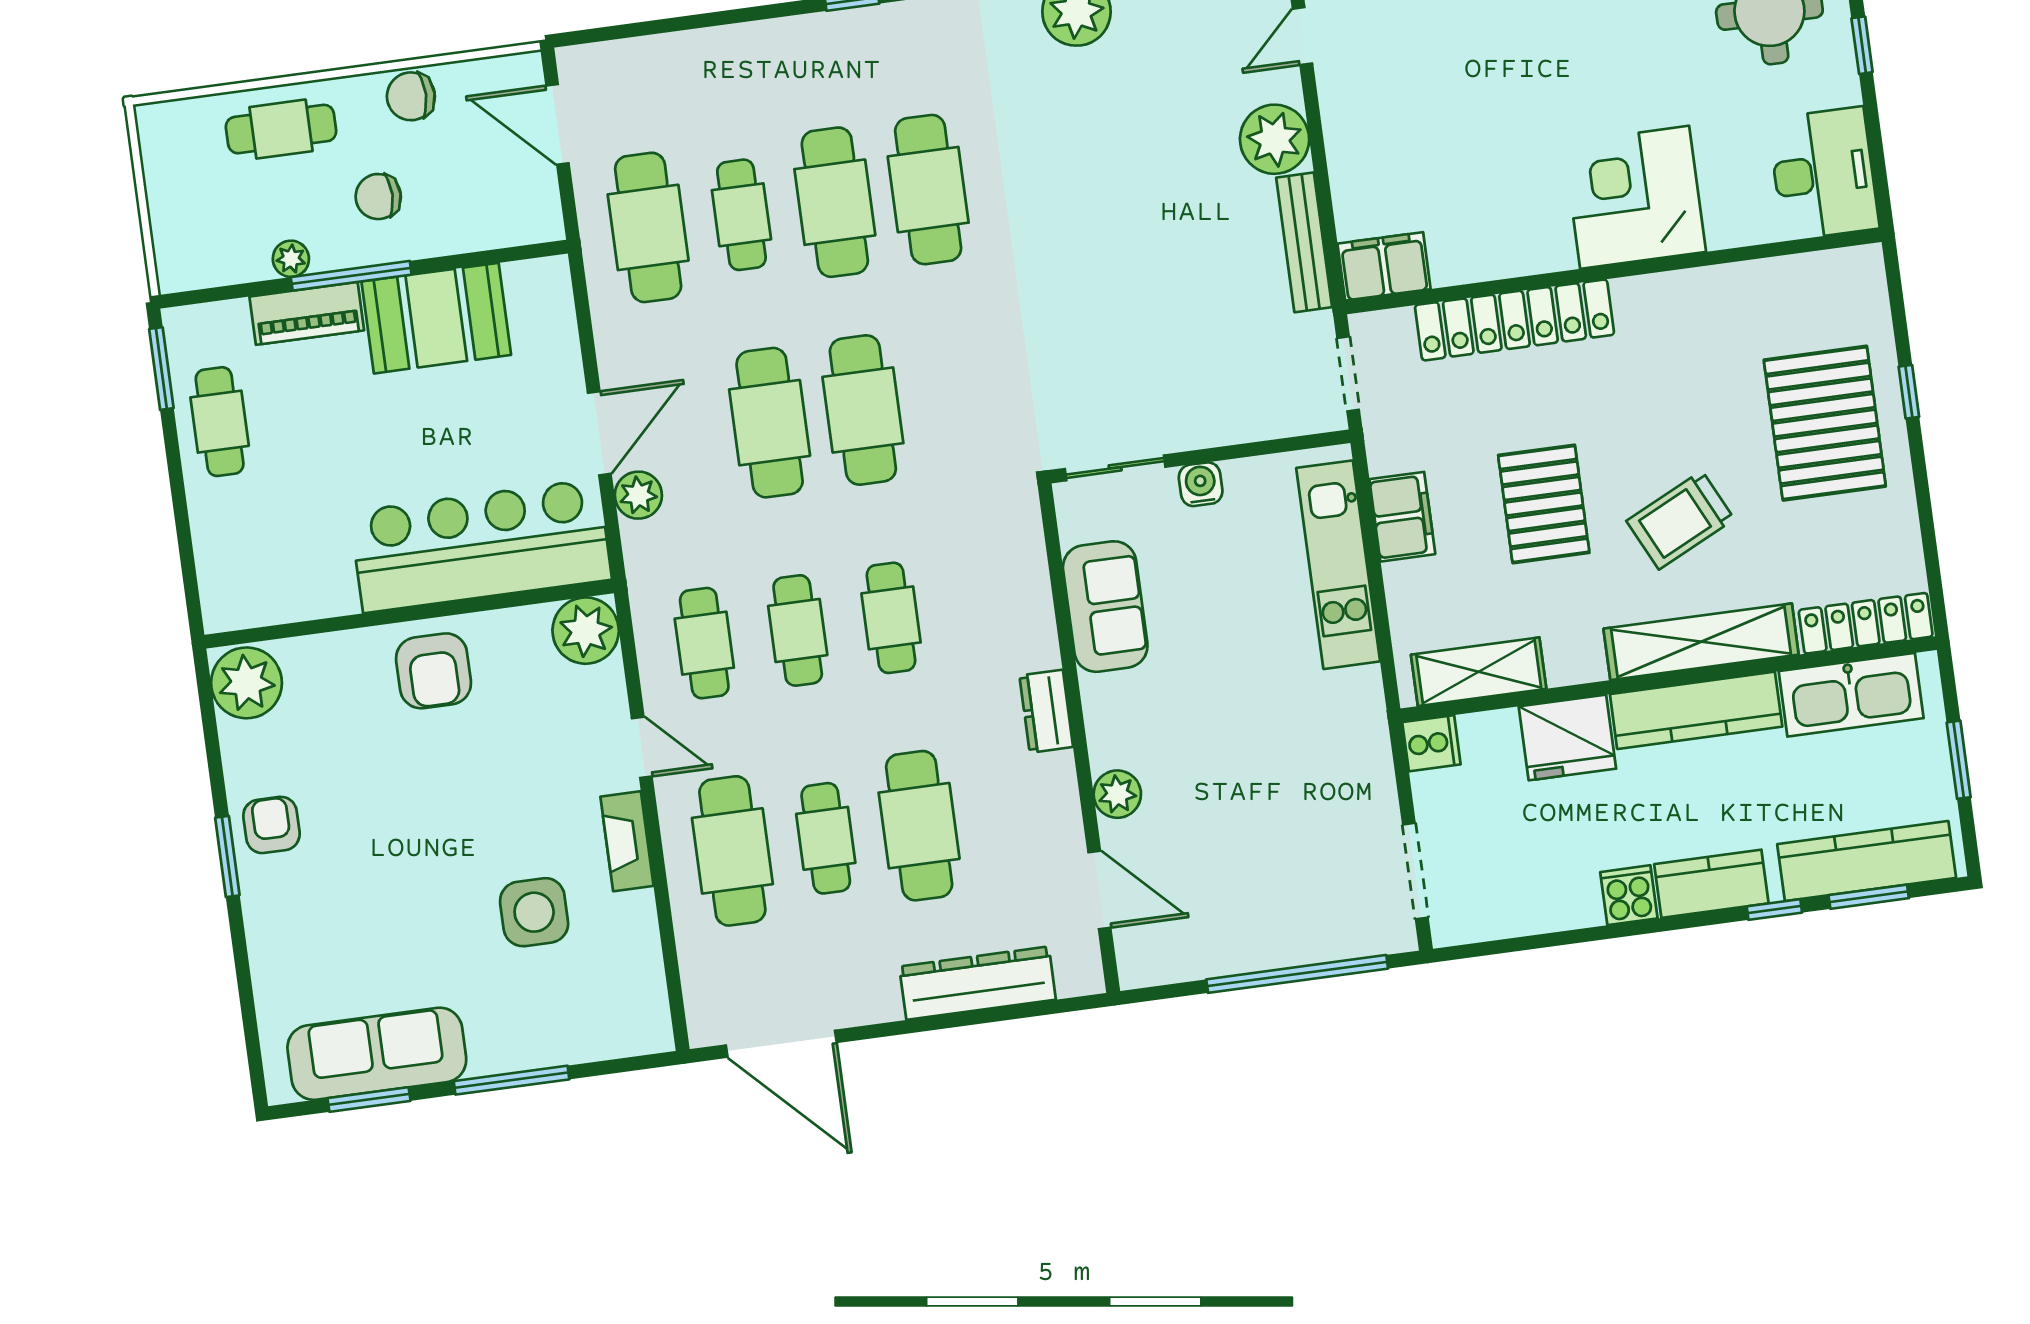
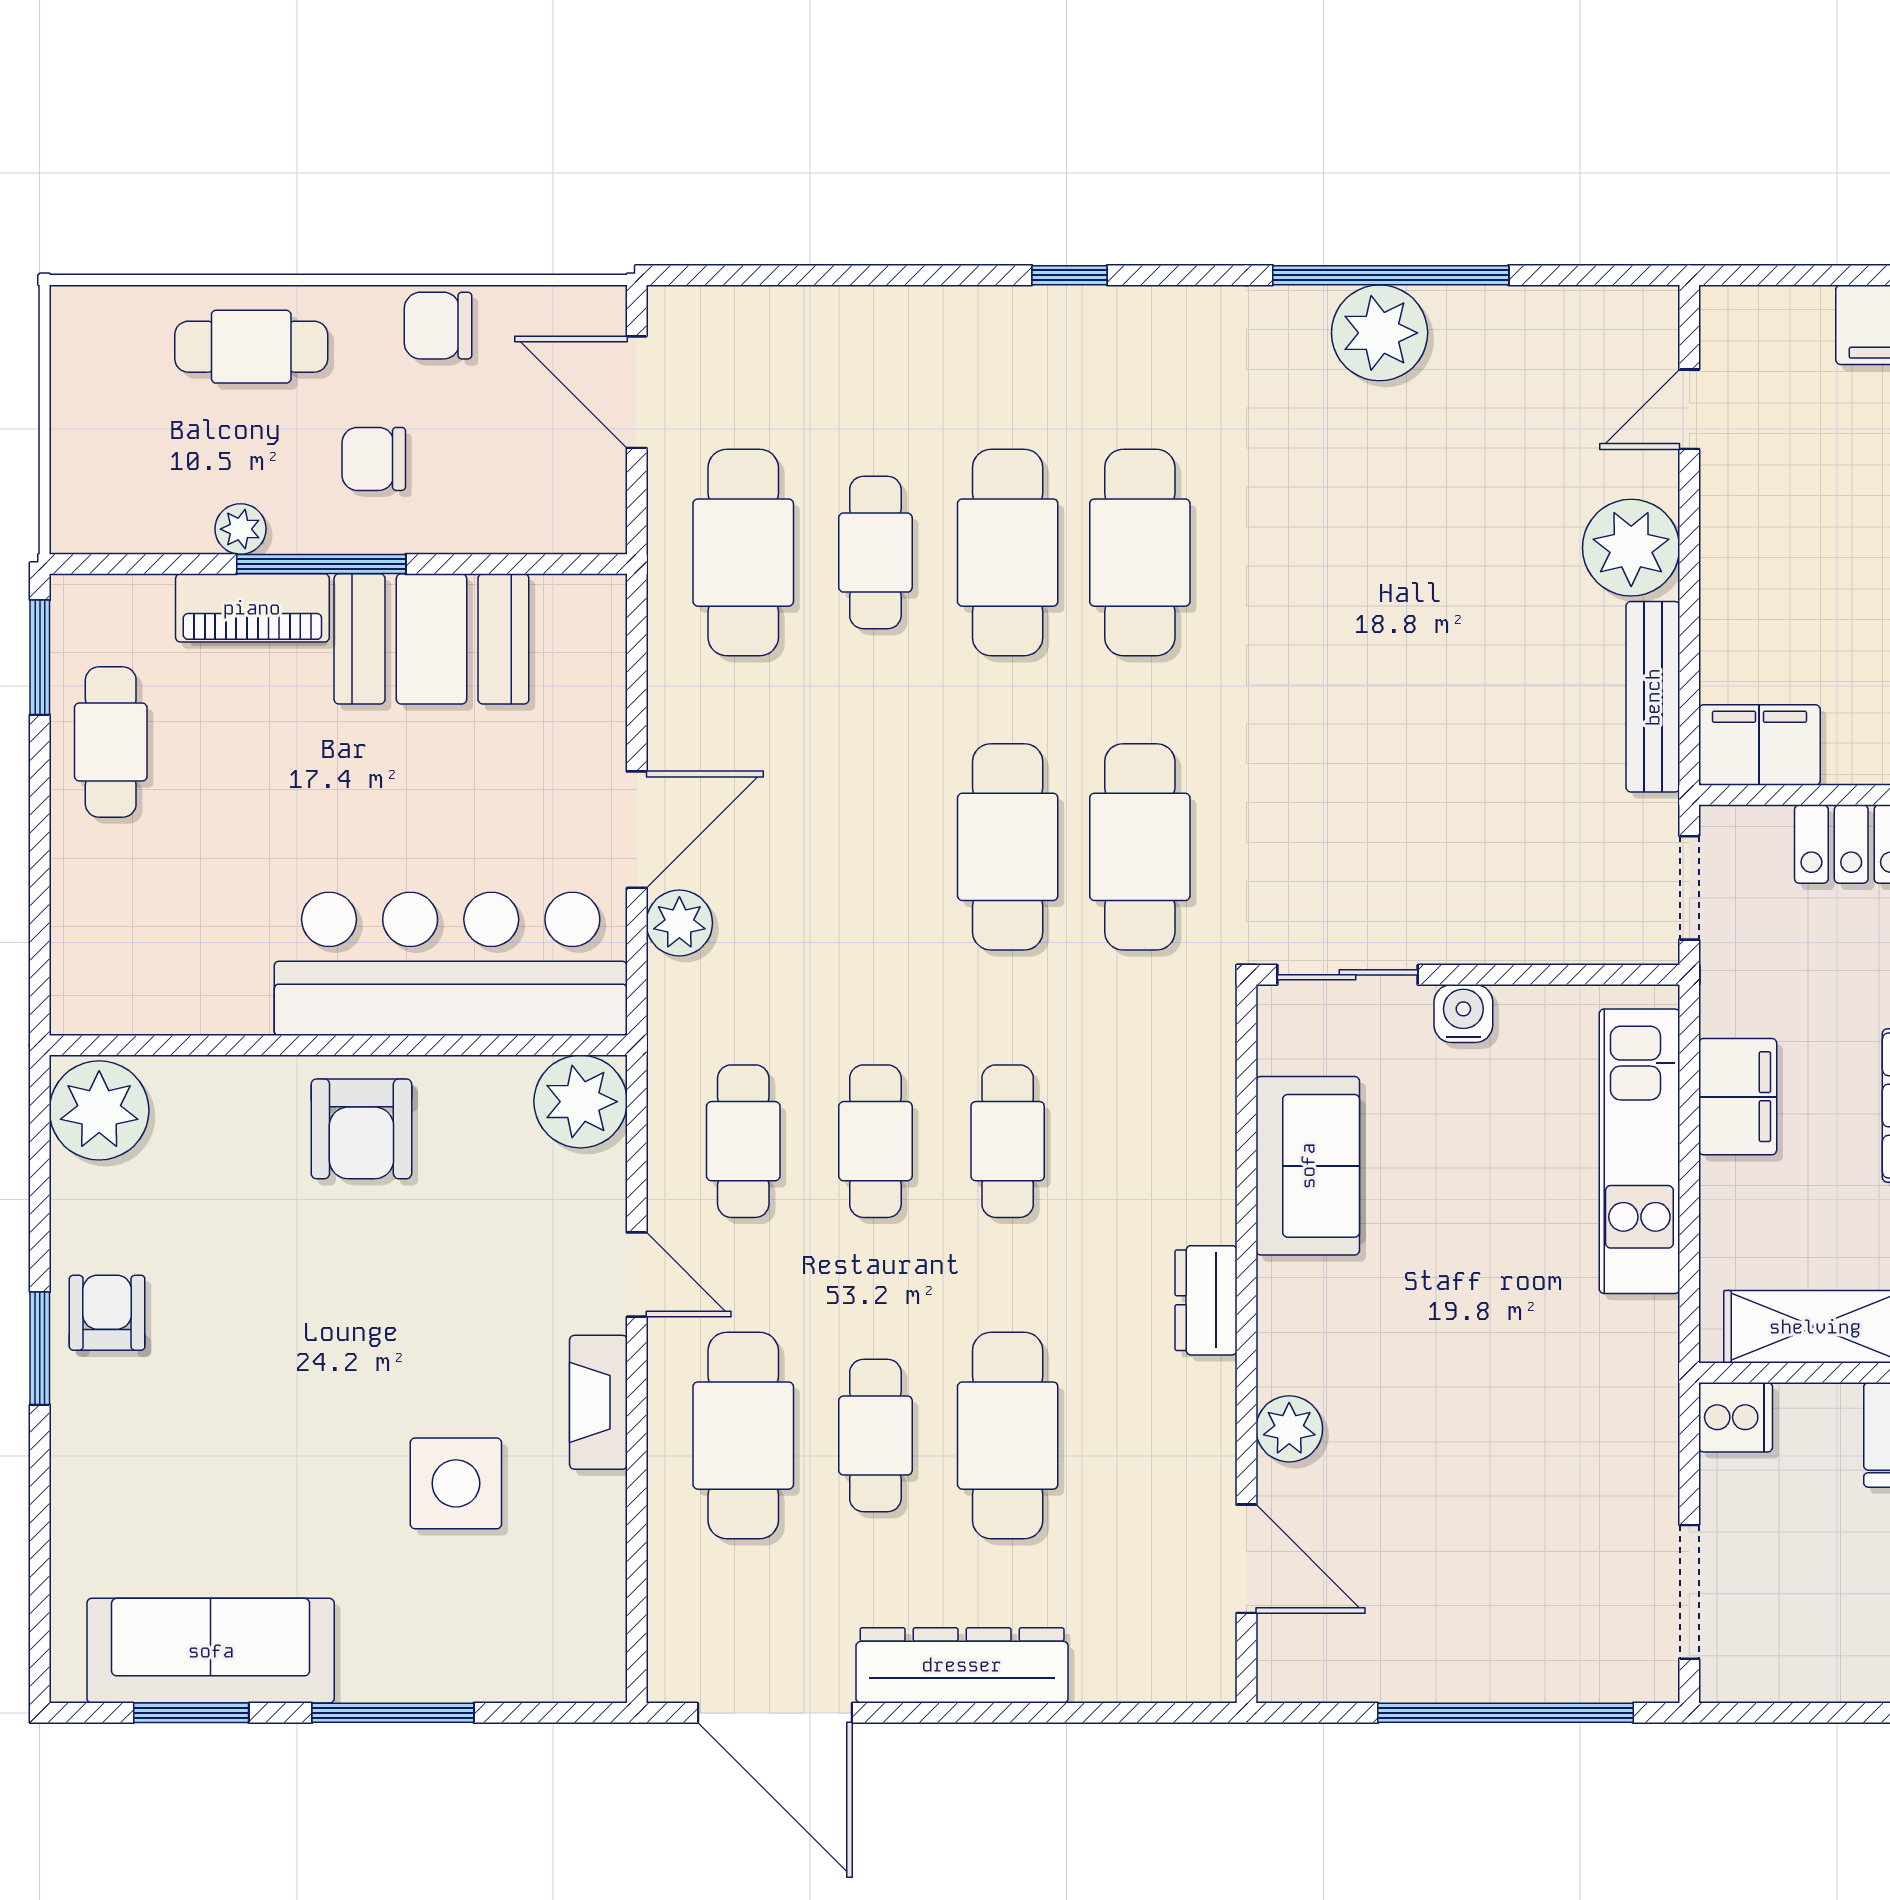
cafe table: (770, 423) -> (1140, 847), moved
dresser: (978, 983) -> (962, 1665), moved

